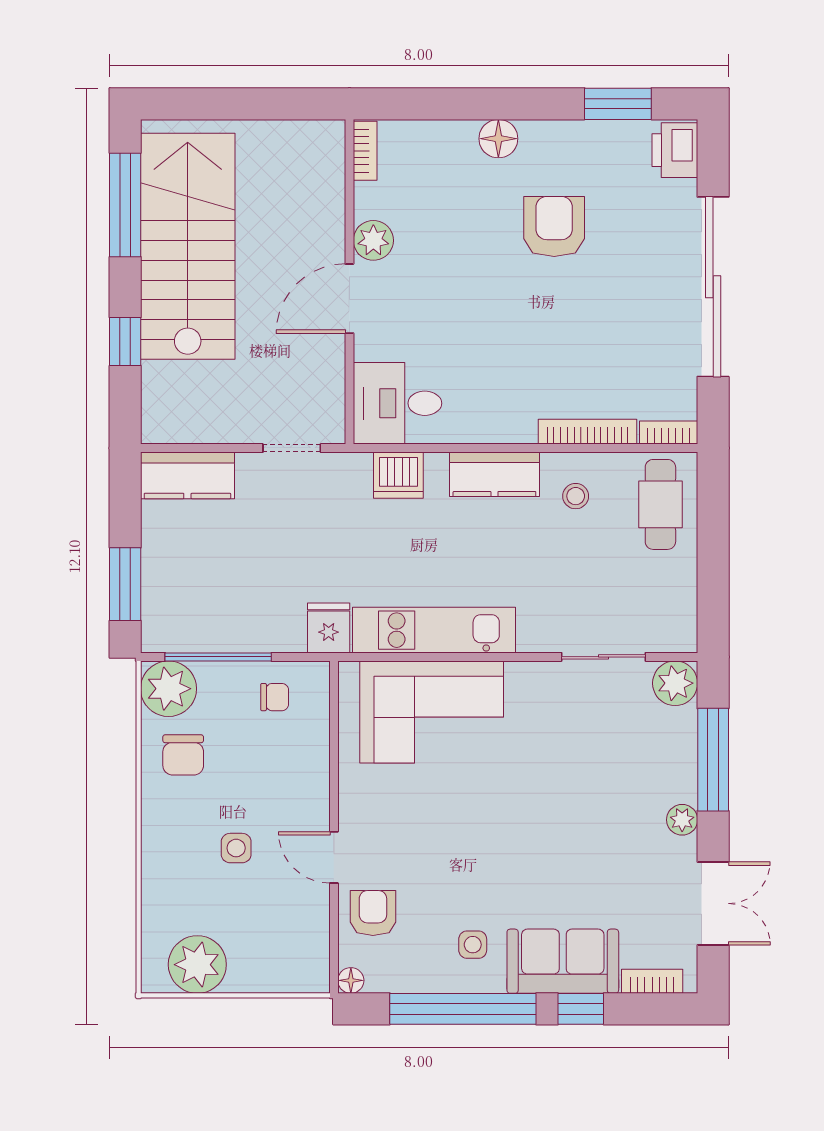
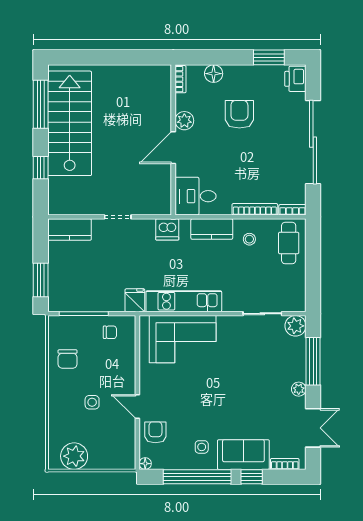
bookcase: (365, 151) -> (181, 79), moved
plant: (373, 240) -> (184, 121), moved
wall: (349, 282) -> (173, 140), moved
door: (349, 299) -> (173, 148), moved
desk: (397, 403) -> (195, 196), moved
plant: (169, 689) -> (61, 328), removed

